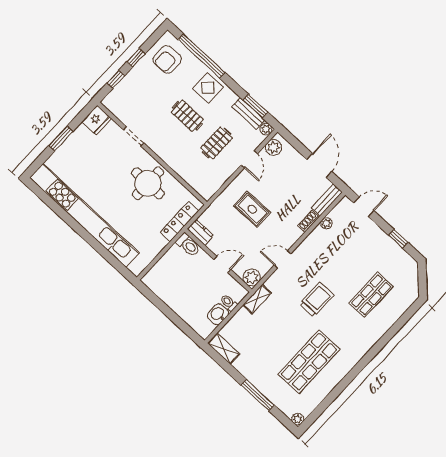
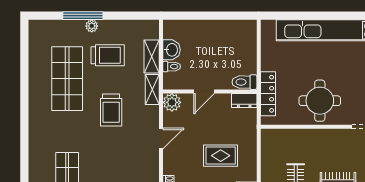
trolley: (317, 299) -> (111, 110), moved
shelving: (224, 349) -> (152, 57), moved, turned 90
trolley: (266, 352) -> (108, 55), added
plant: (298, 419) -> (92, 26), moved

